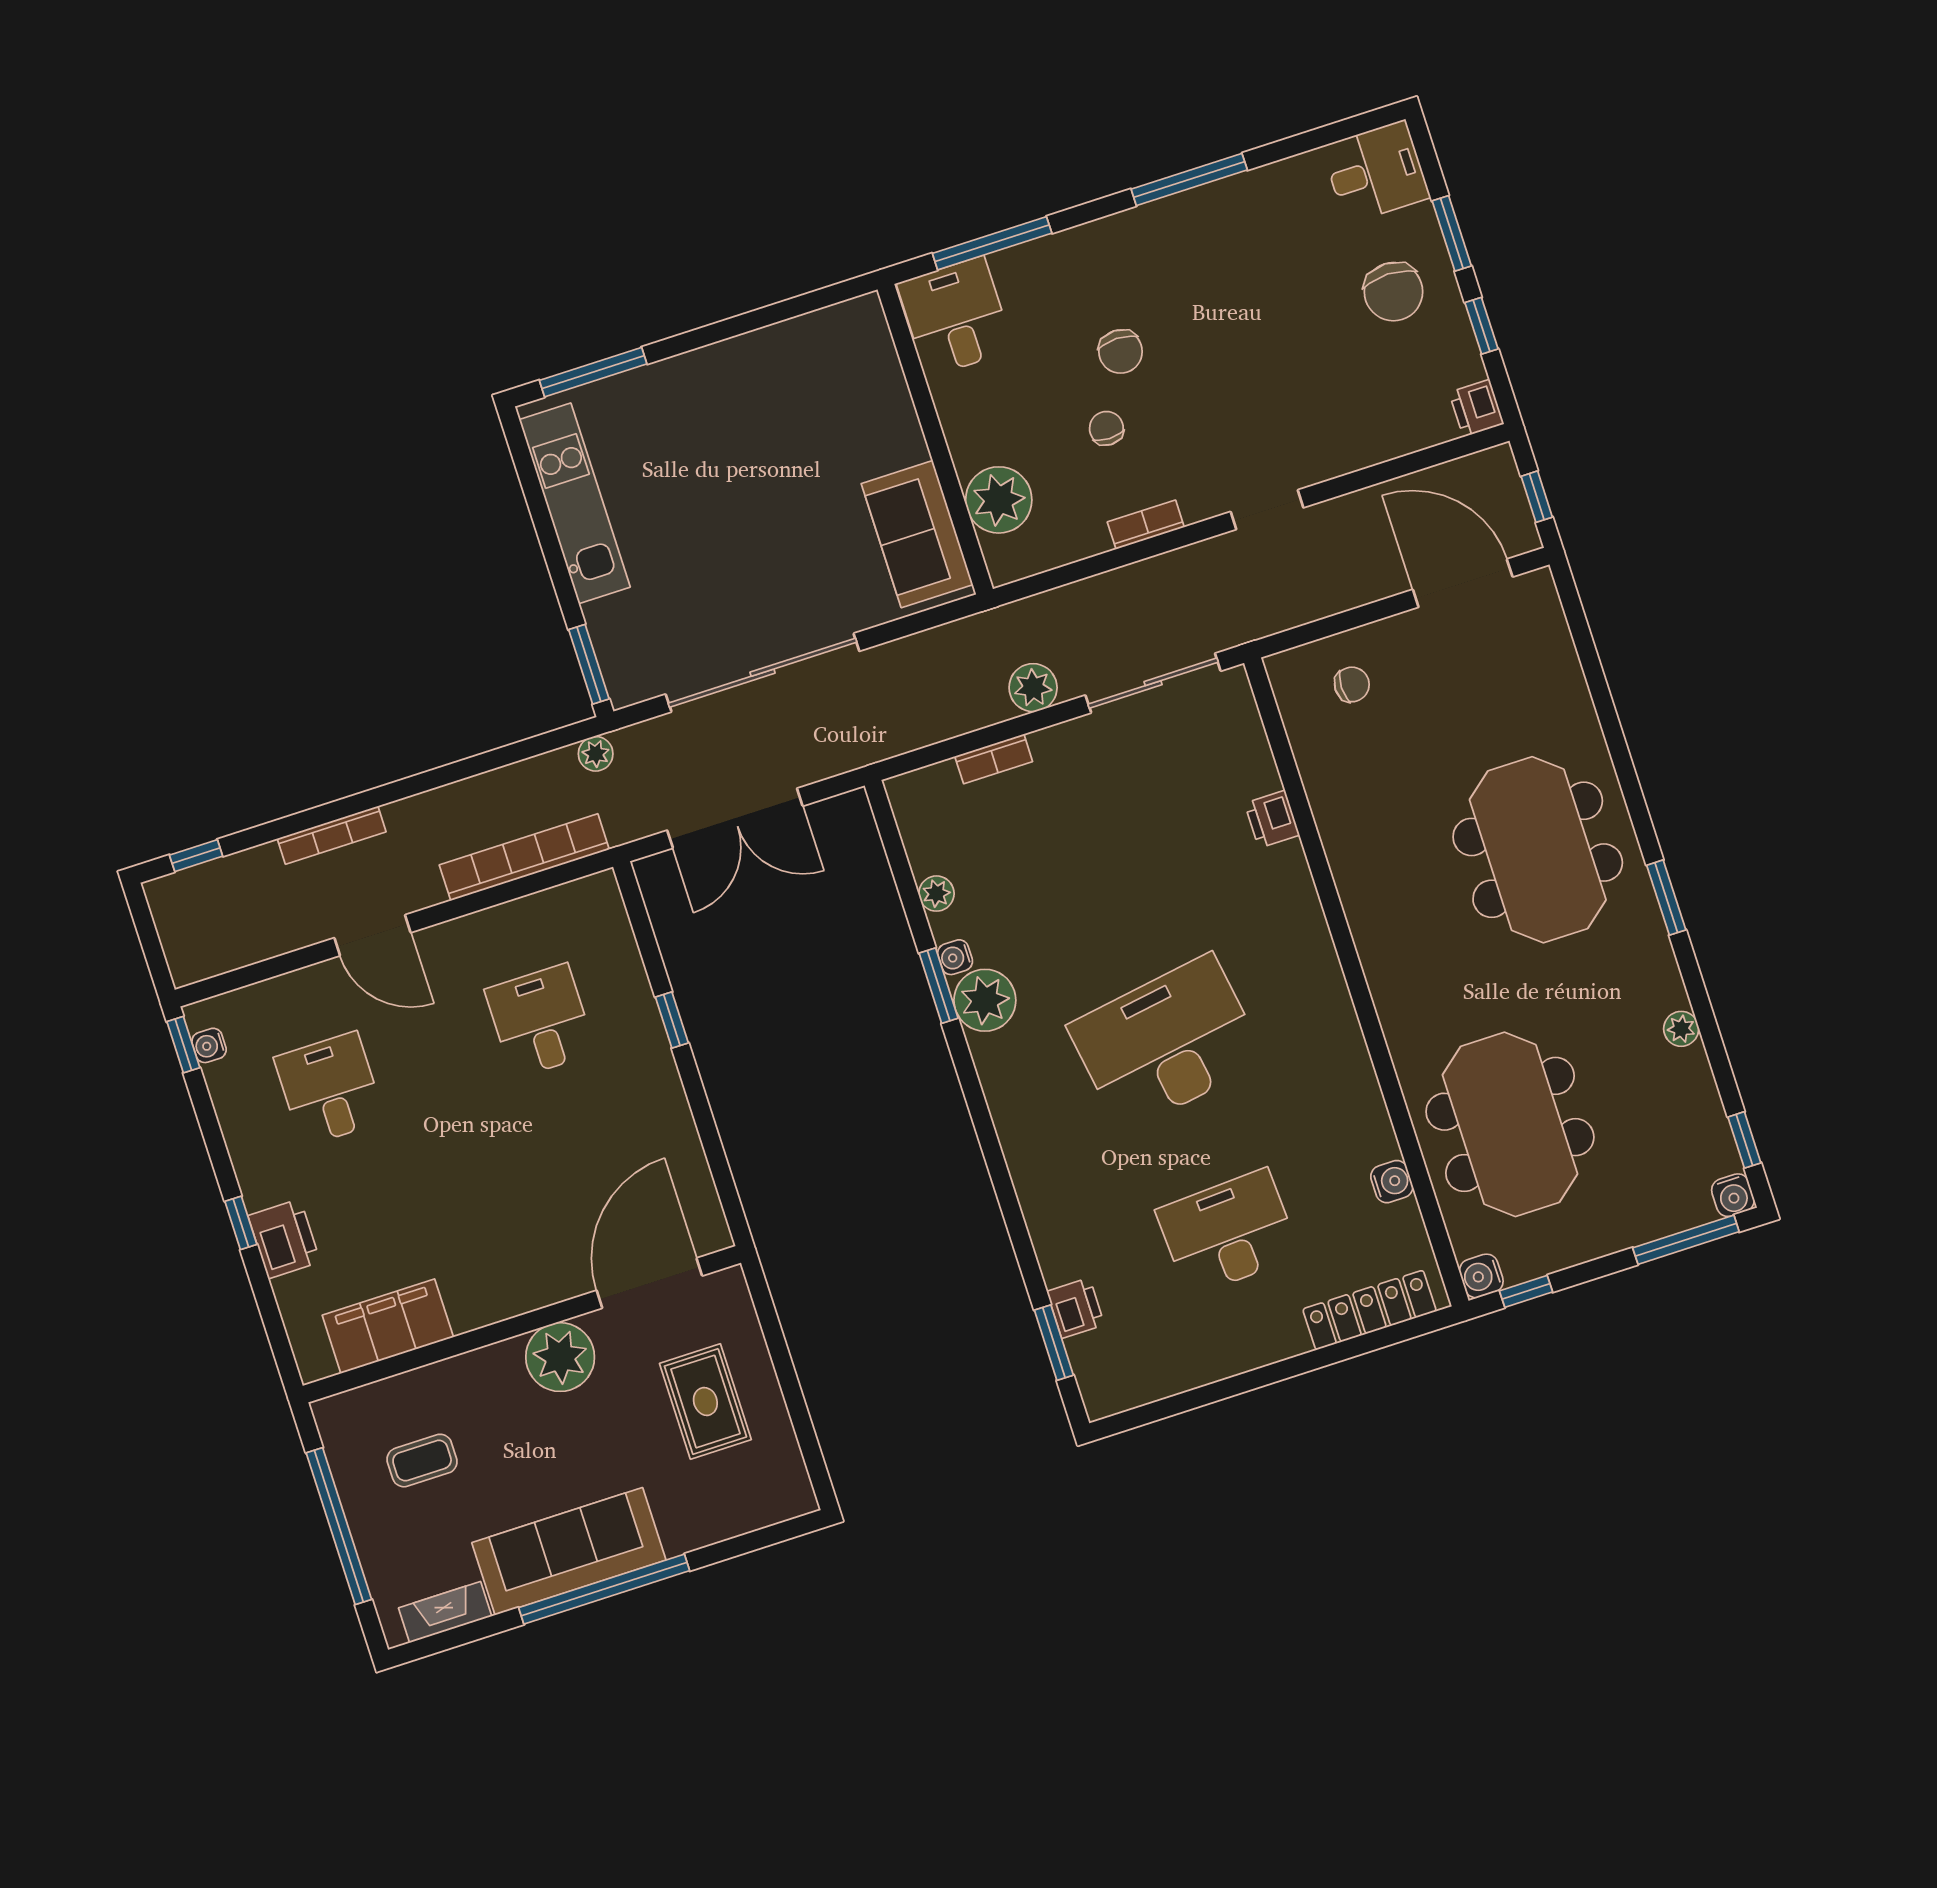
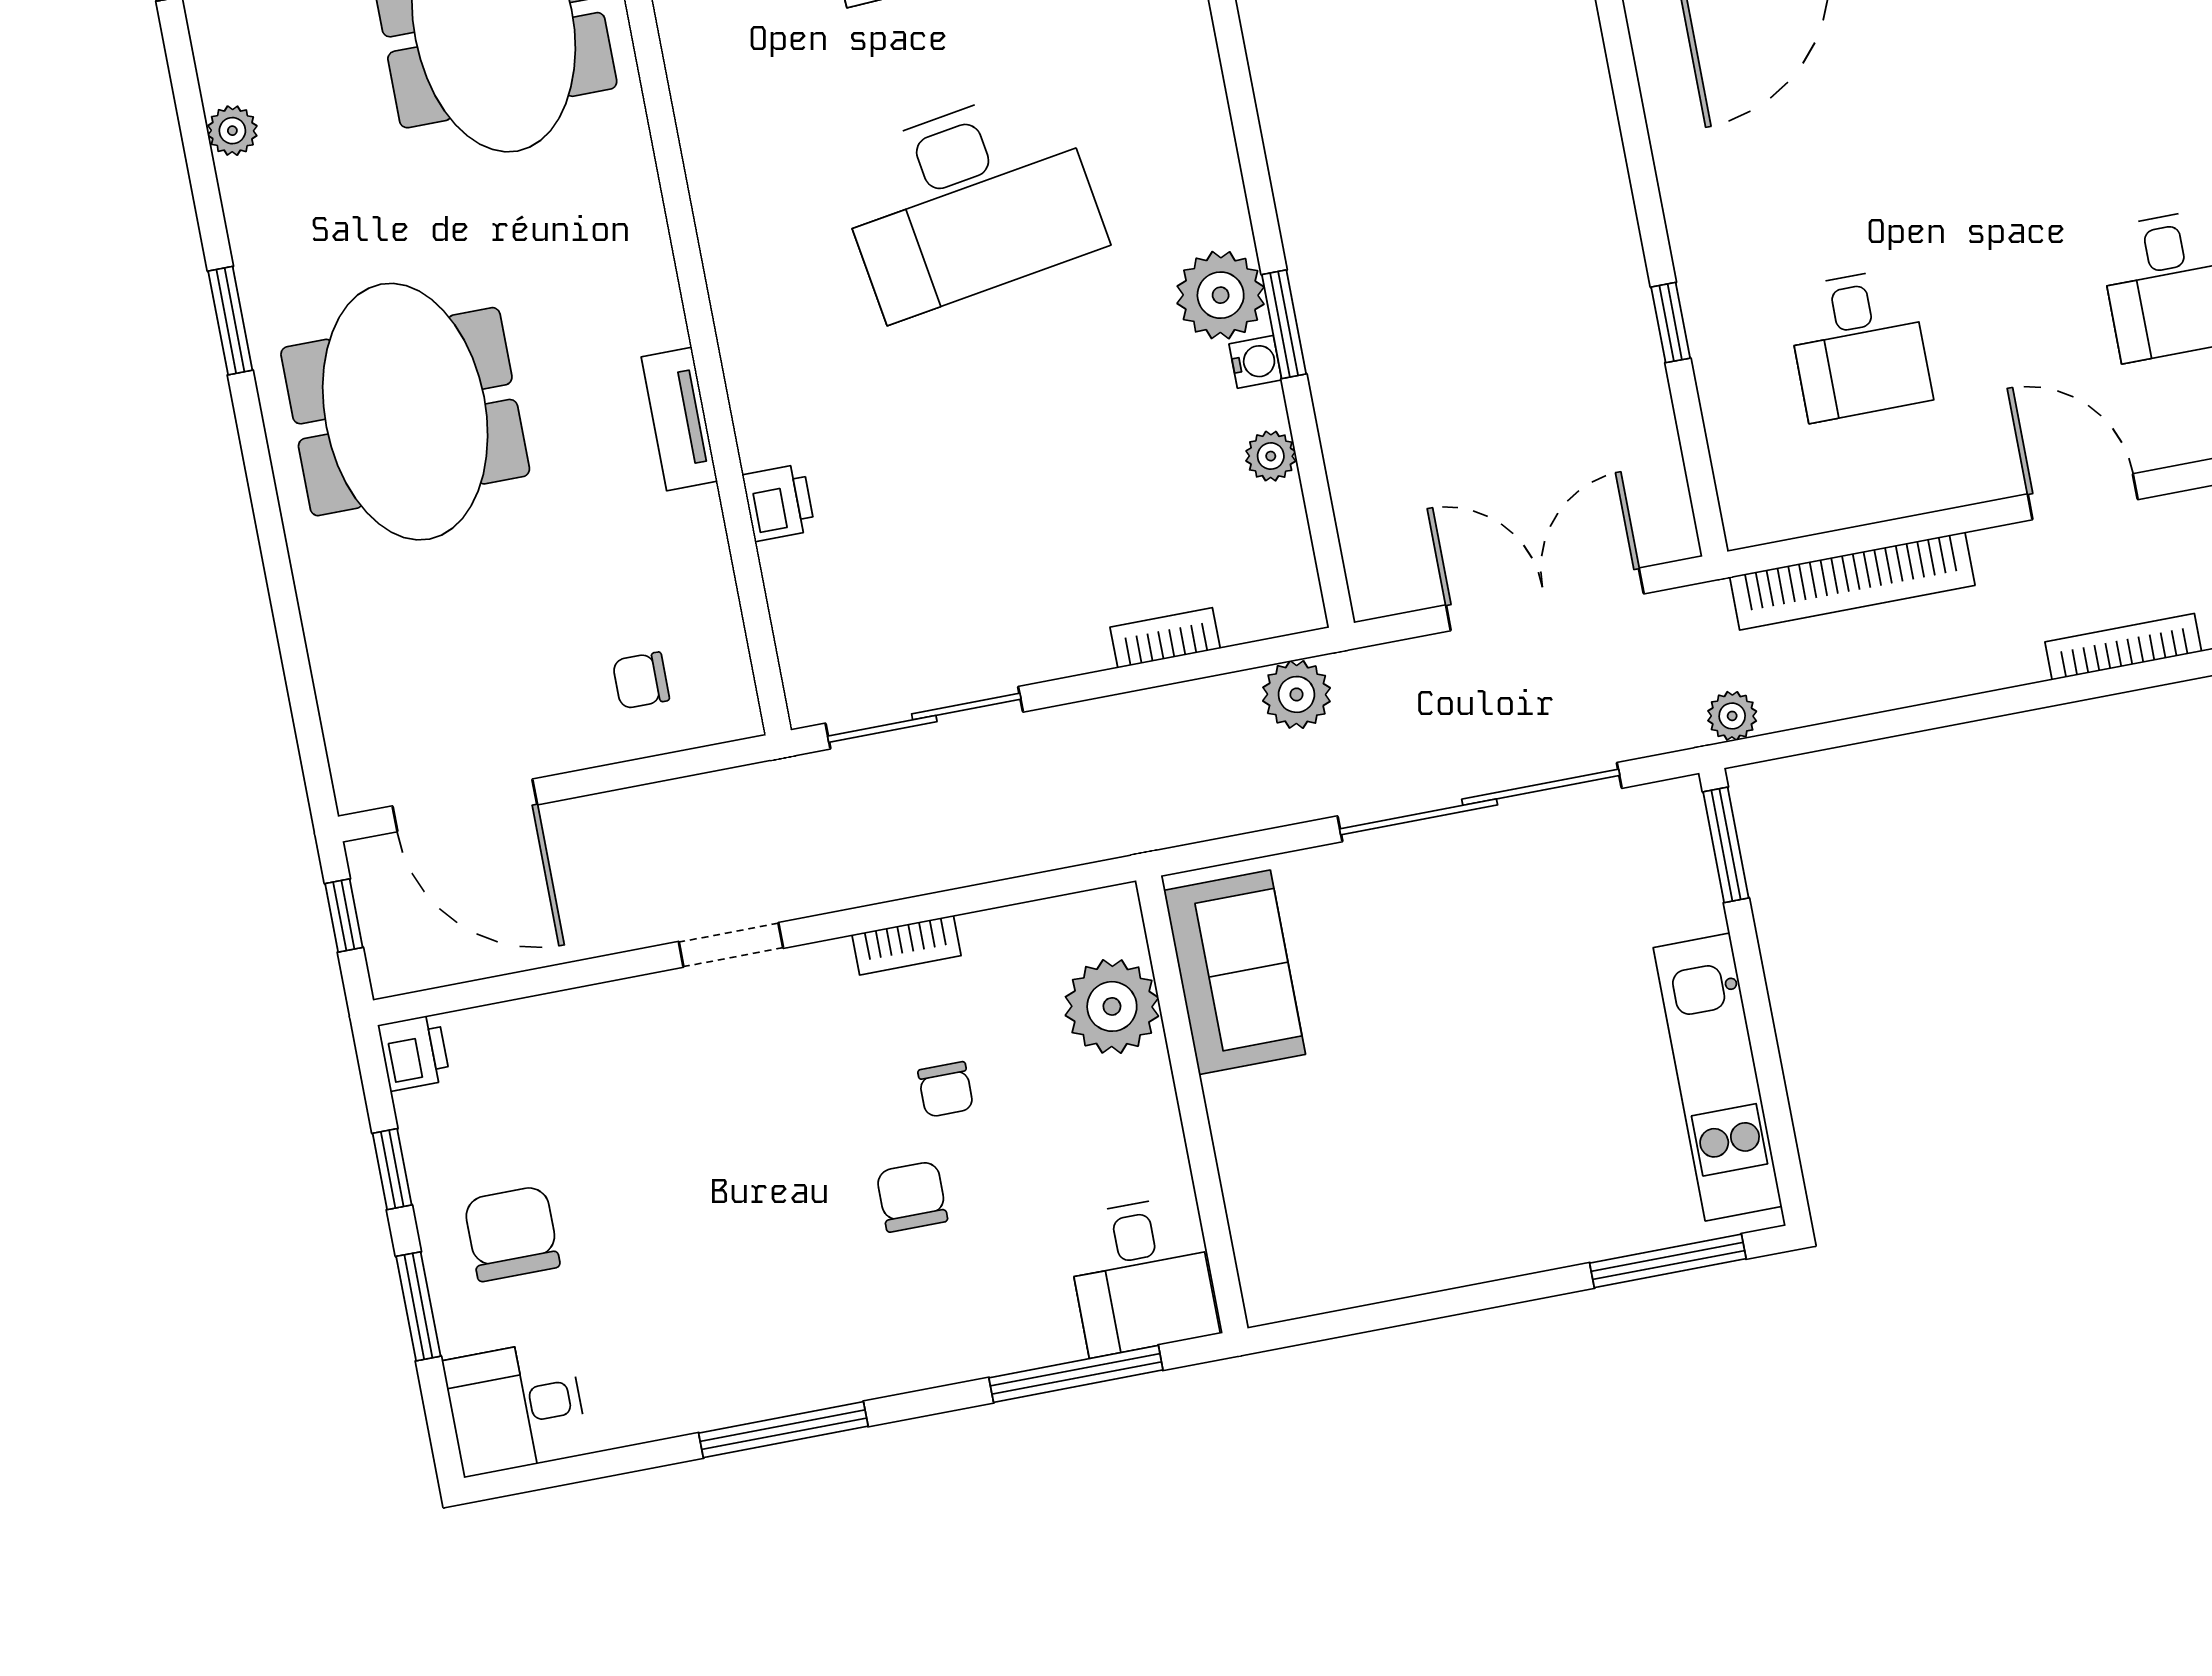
plant: (1033, 688) -> (1297, 694), moved
tv unit: (1348, 868) -> (679, 419), added

